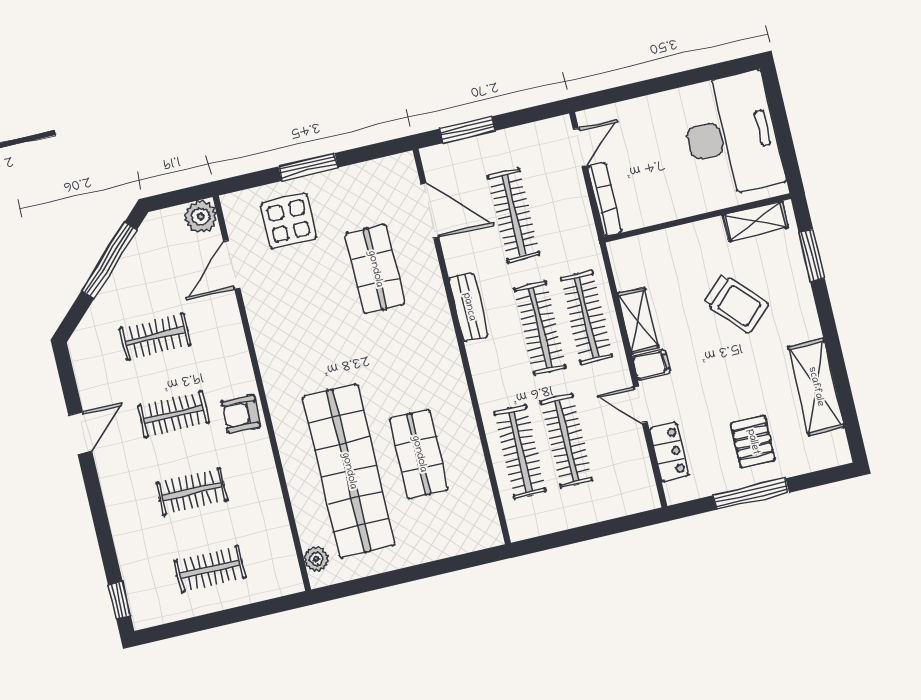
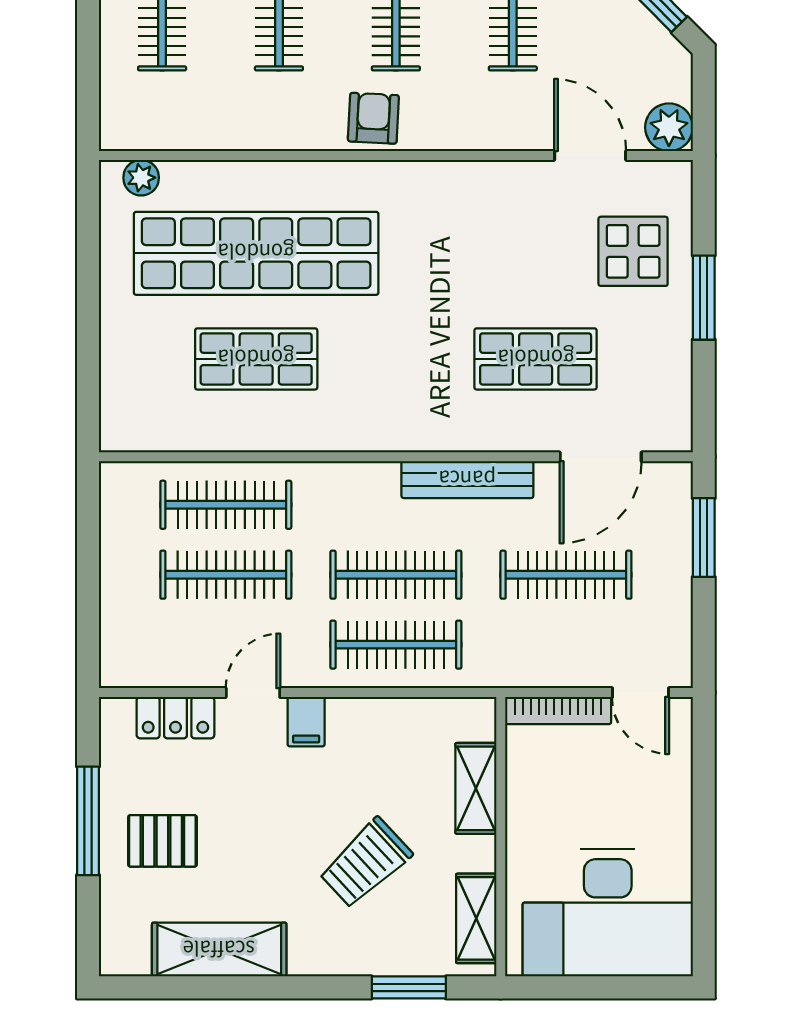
bench: (469, 307) -> (467, 480), width x1.36
shelving: (638, 321) -> (476, 788), moved, turned 90

